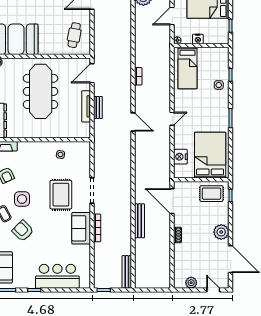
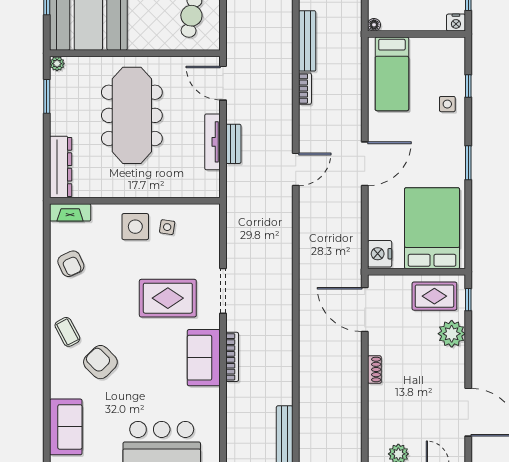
nightstand: (198, 39) -> (456, 23), moved
door: (92, 73) -> (223, 83), hinge flipped
door: (172, 119) -> (365, 164), width x1.88
door: (133, 122) -> (296, 169), hinge flipped
nightstand: (180, 157) -> (380, 254), moved
rug: (61, 195) -> (168, 298), turned 90
side table: (22, 199) -> (135, 227), moved
bench: (140, 221) -> (307, 41), moved
plant: (221, 232) -> (452, 334), moved

